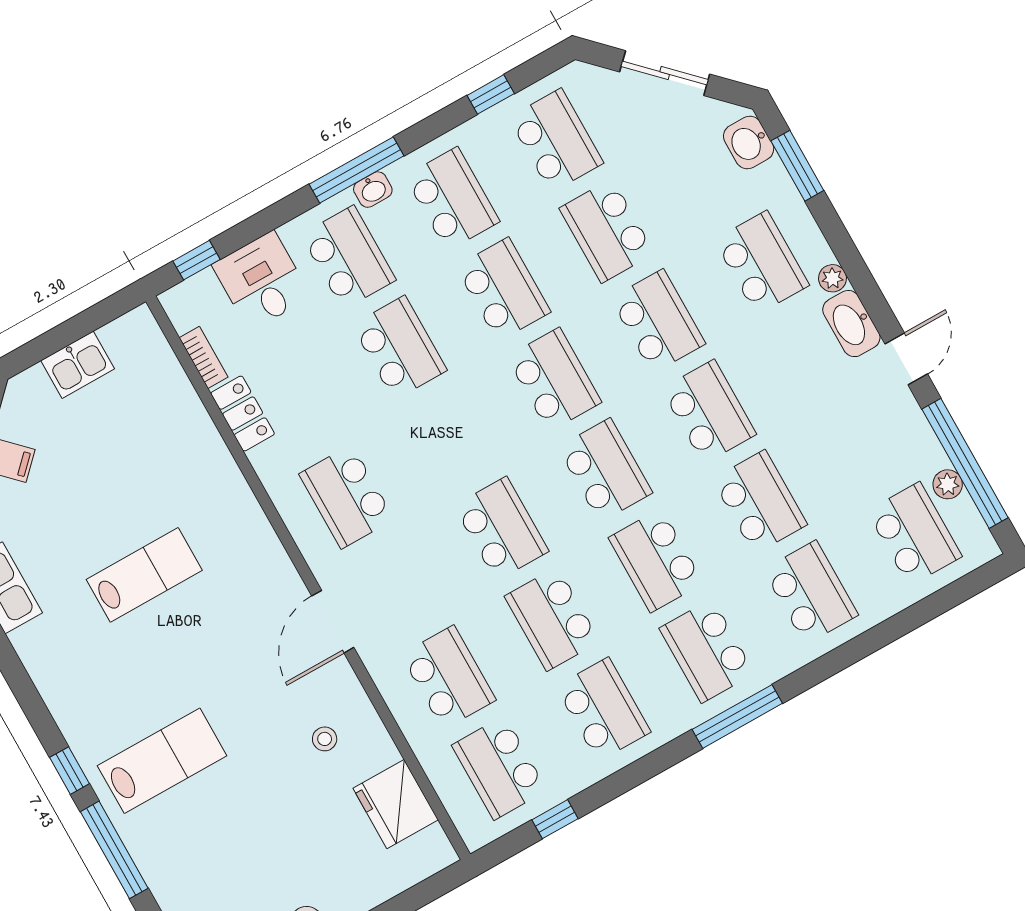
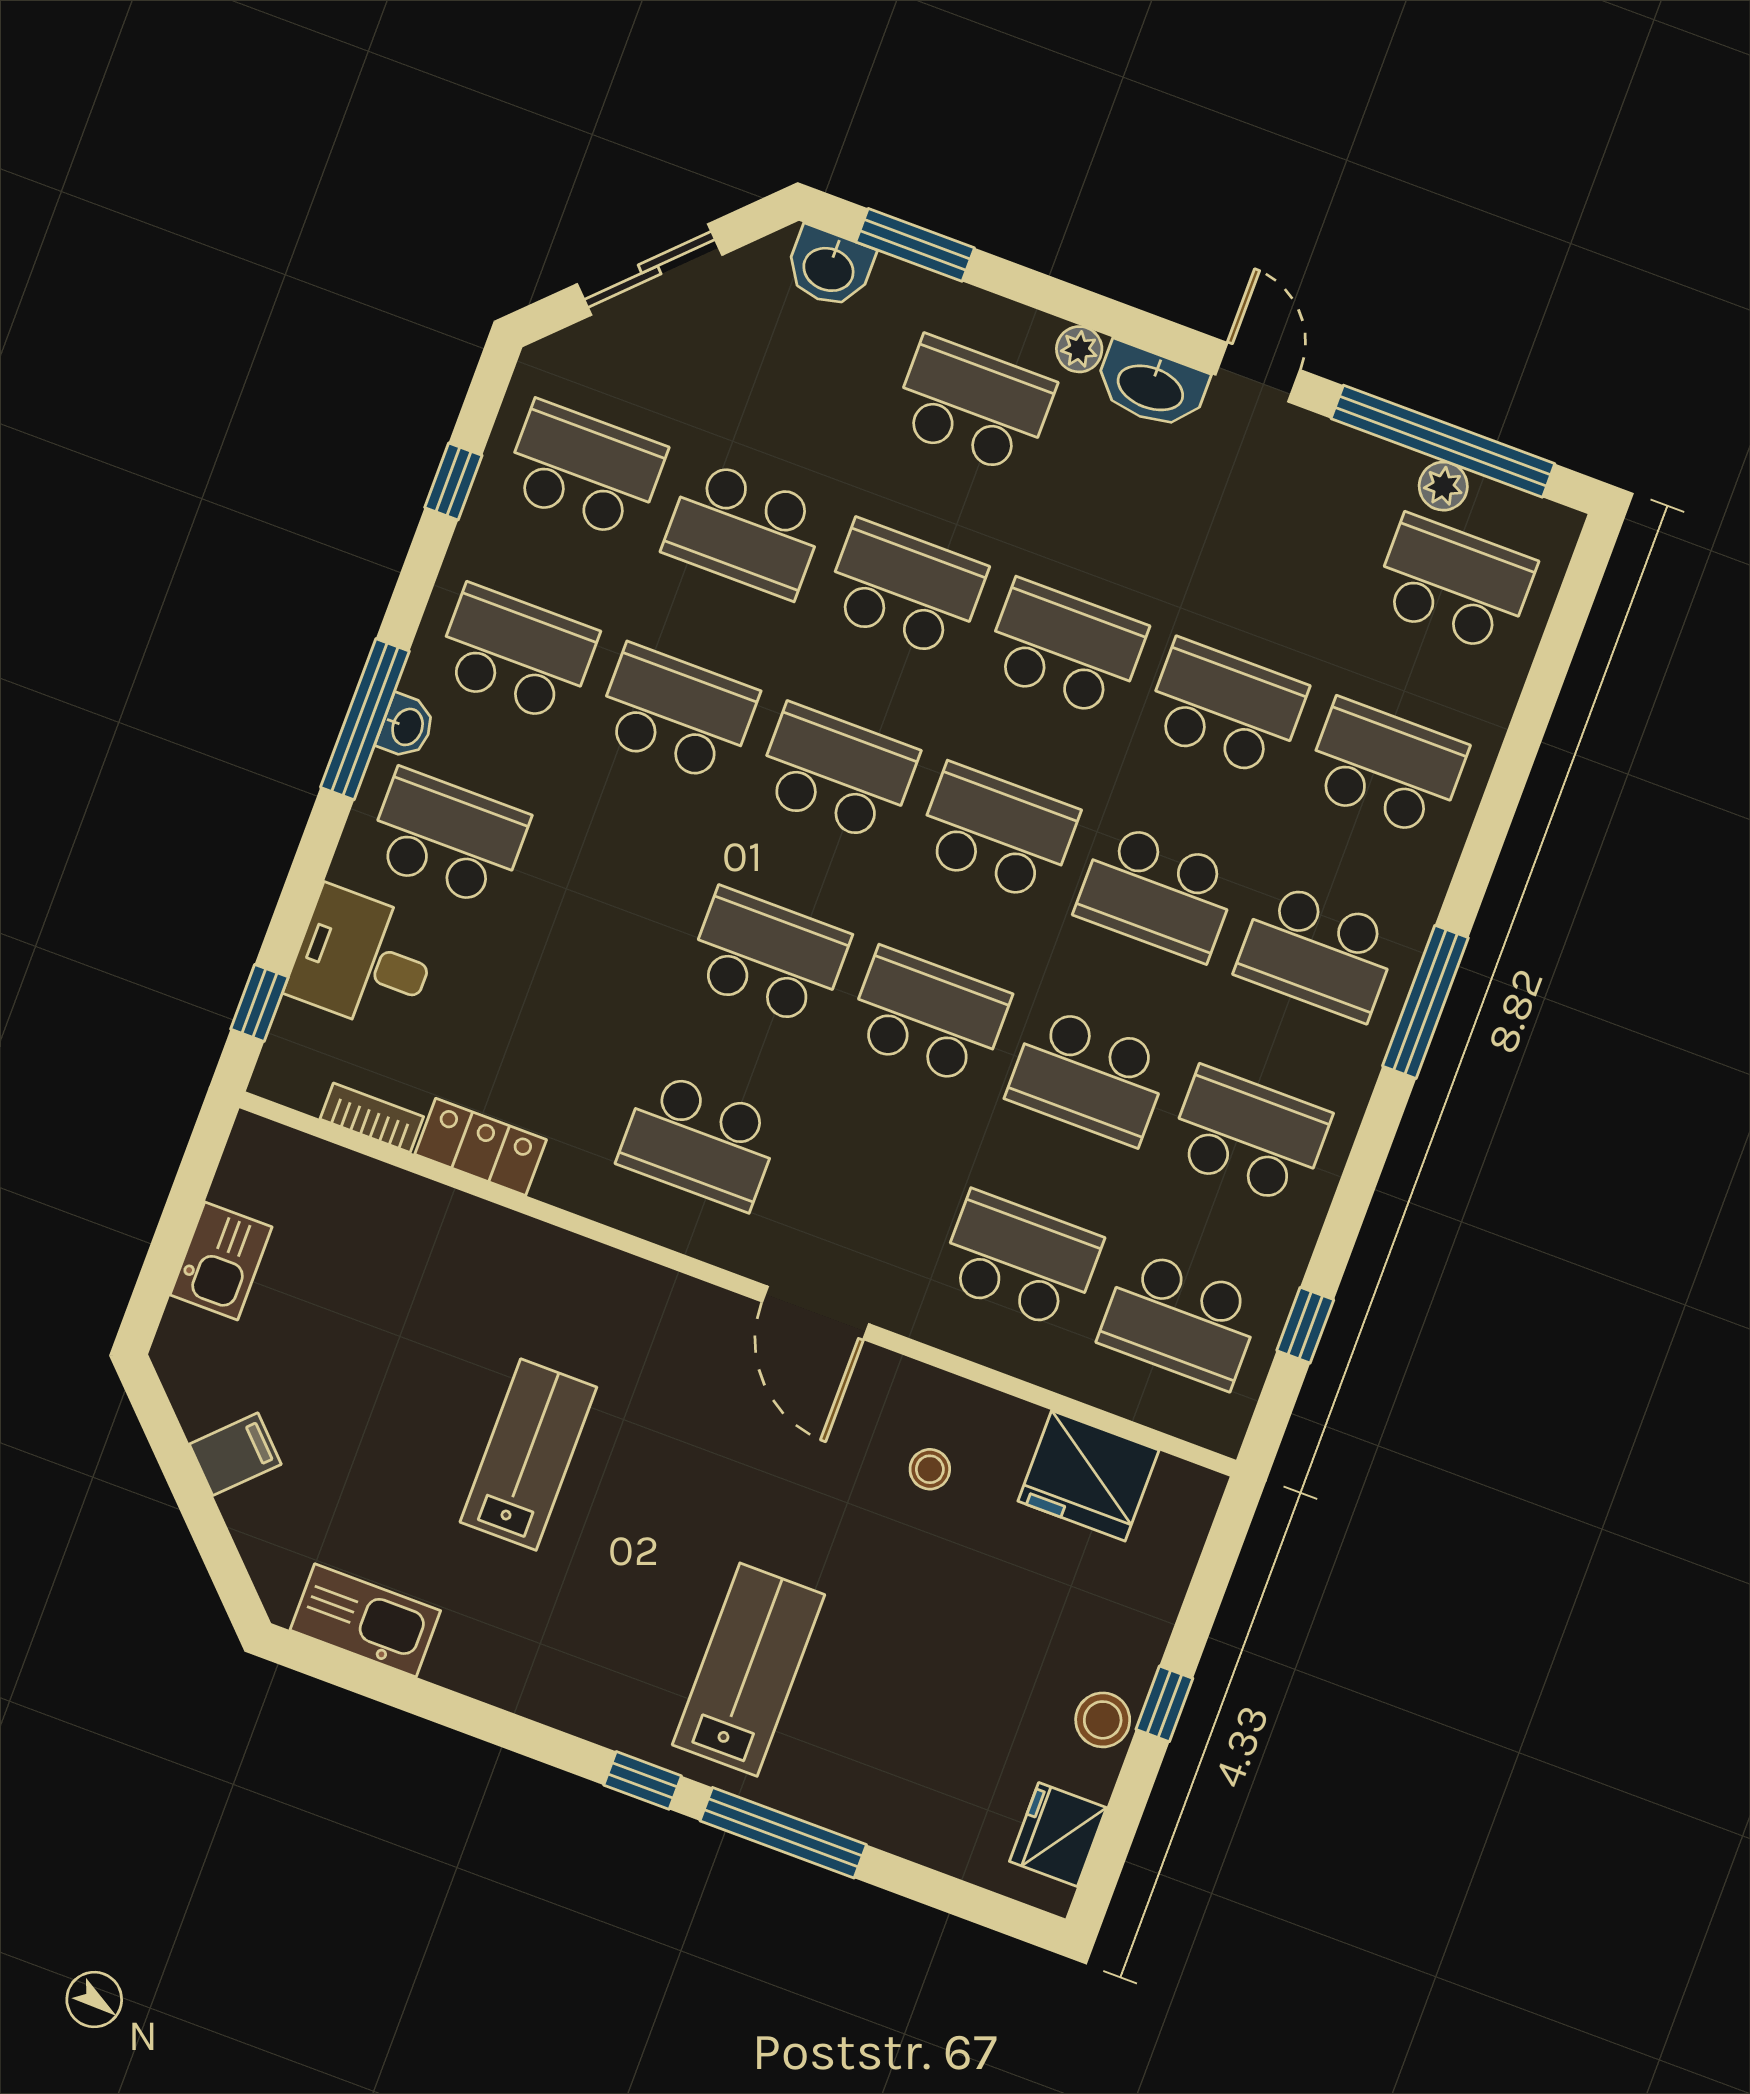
school desk: (399, 348) -> (768, 957), moved

